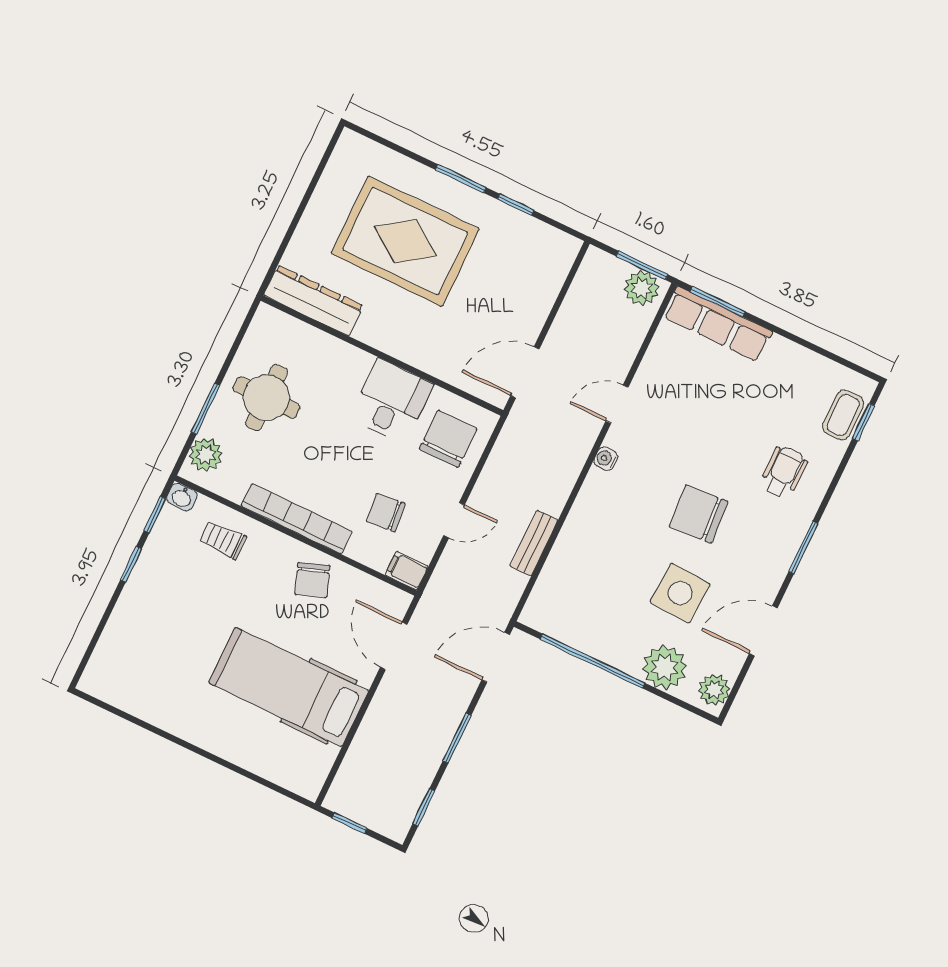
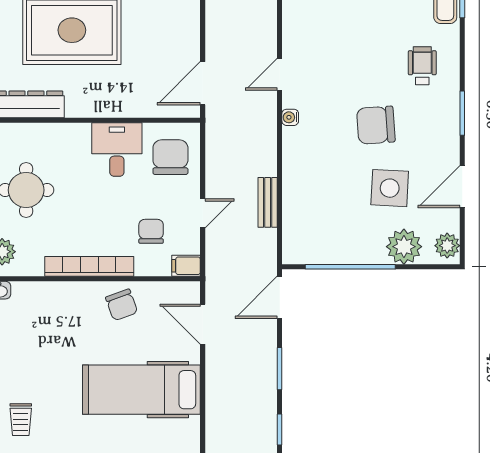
chair: (386, 513) -> (151, 231), turned 95
trolley: (223, 540) -> (21, 420), moved, turned -90

